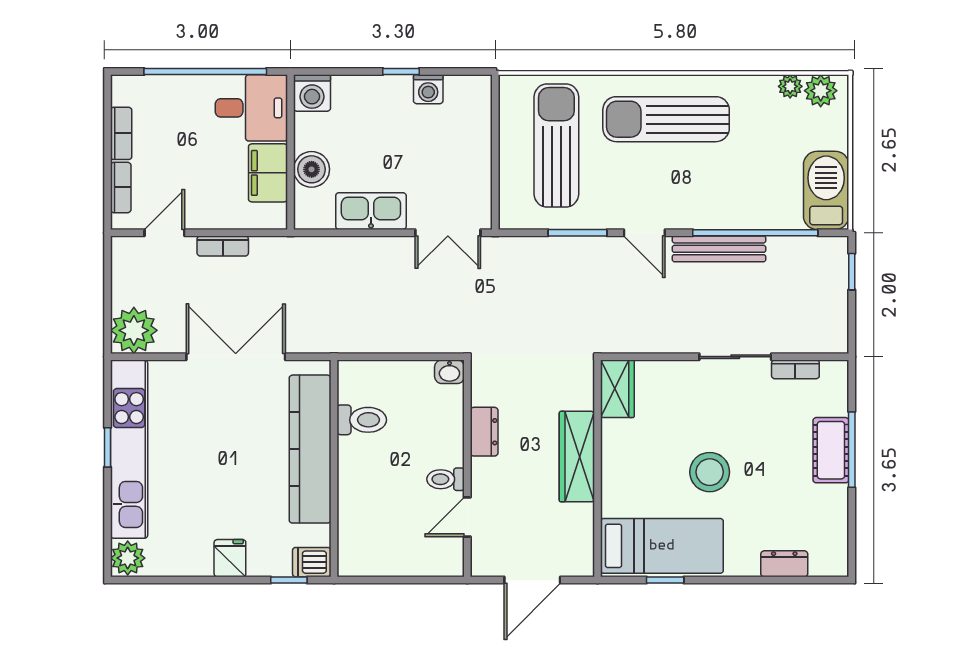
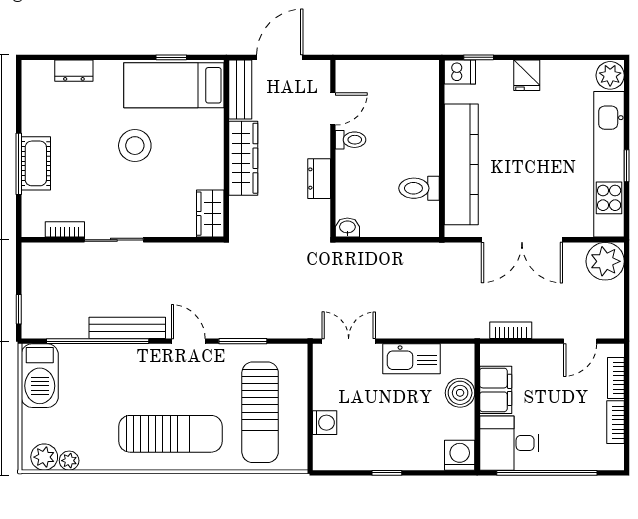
washing machine: (428, 89) -> (325, 423), moved, turned 90
bookcase: (223, 246) -> (511, 330), moved
bench: (581, 541) -> (240, 90), added

